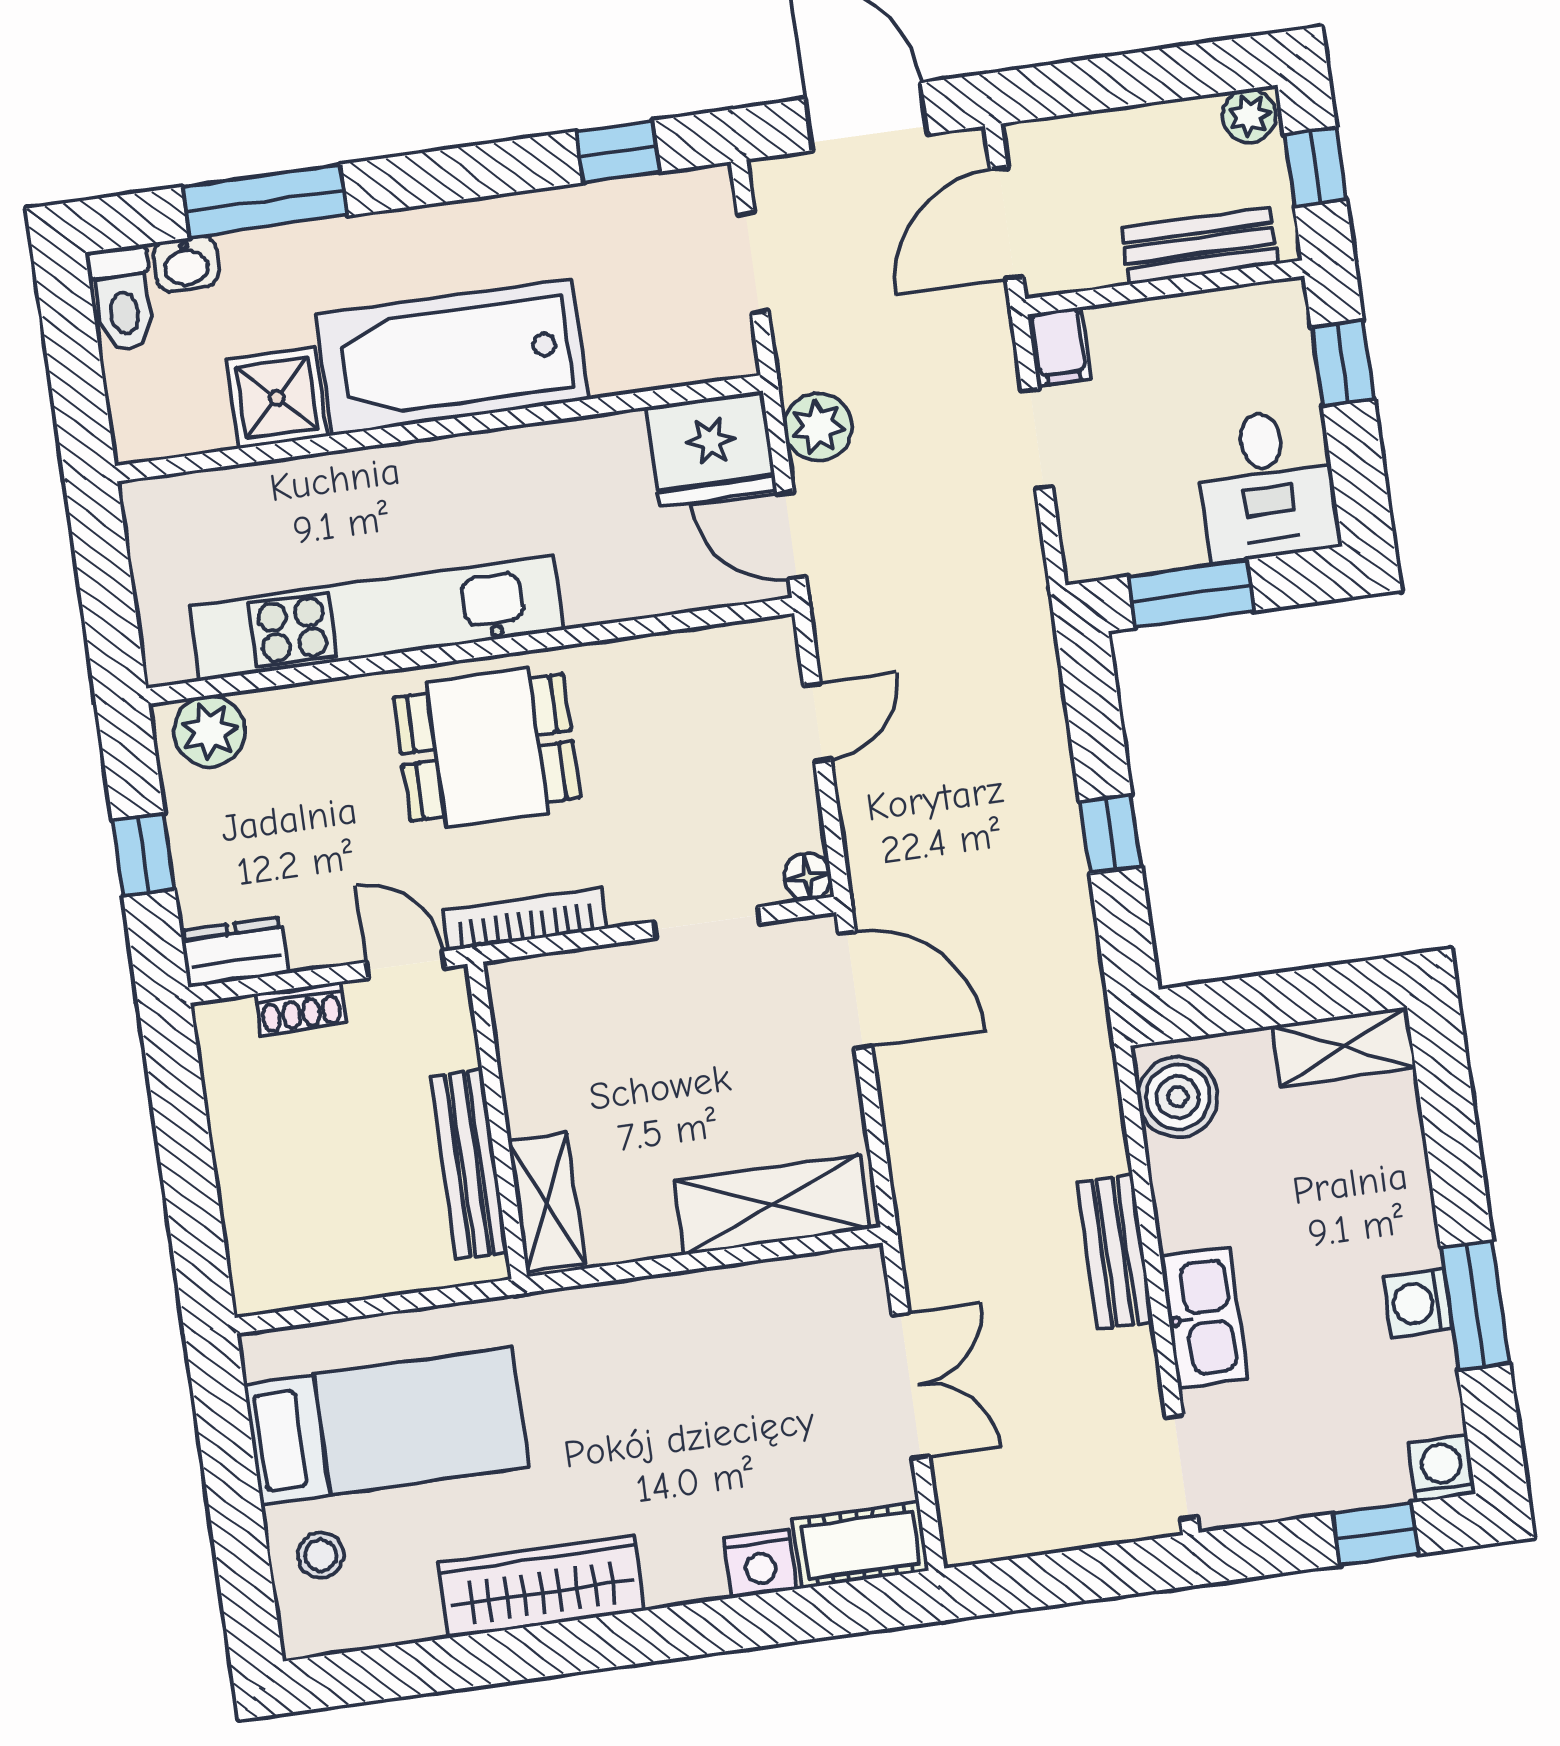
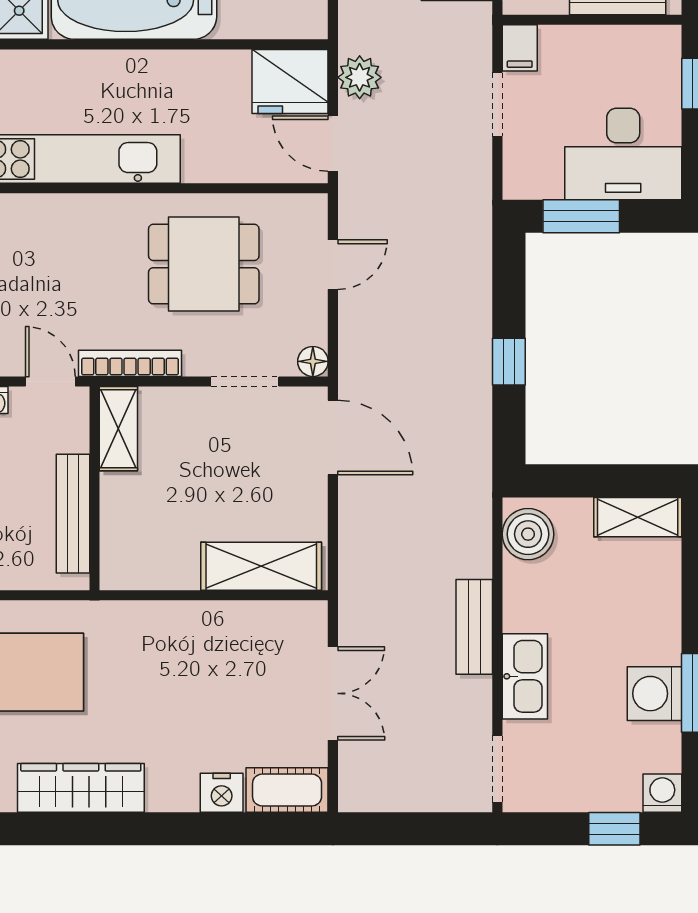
desk: (1267, 485) -> (623, 154), width x1.37
dining table: (487, 748) -> (204, 264), moved
shelving: (547, 1202) -> (118, 429), moved
washing machine: (1418, 1303) -> (654, 694), width x1.38, depth x1.38

